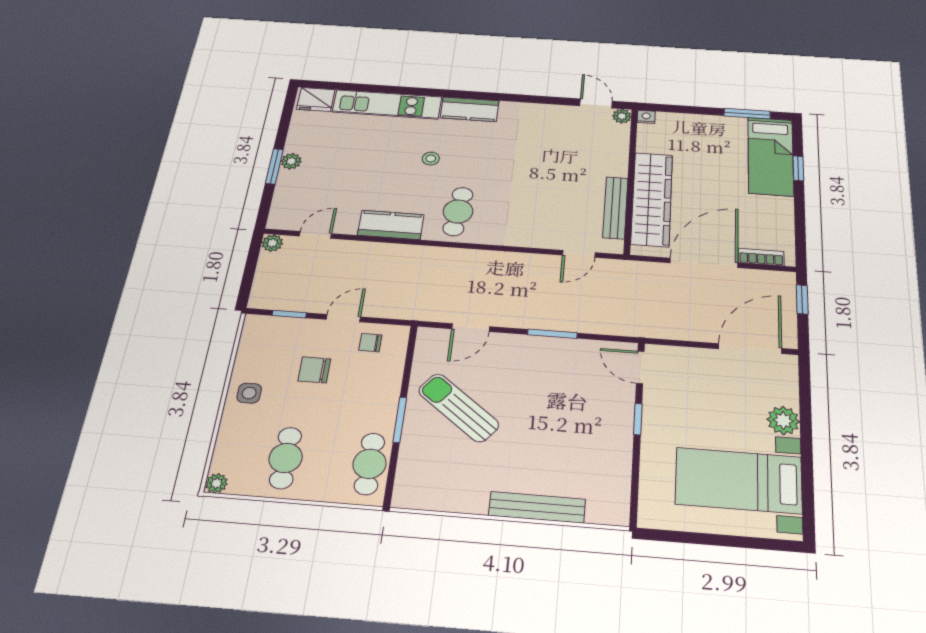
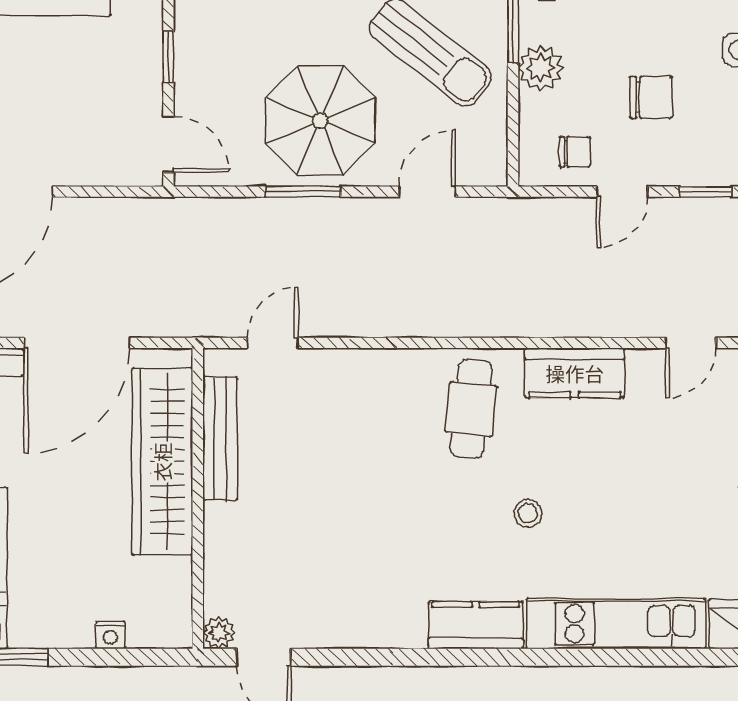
nightstand: (646, 117) -> (111, 635), moved
parasol: (537, 373) -> (320, 120), added
plant: (385, 393) -> (541, 68), added

